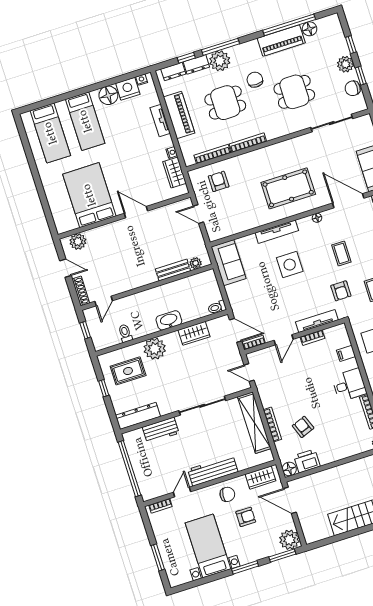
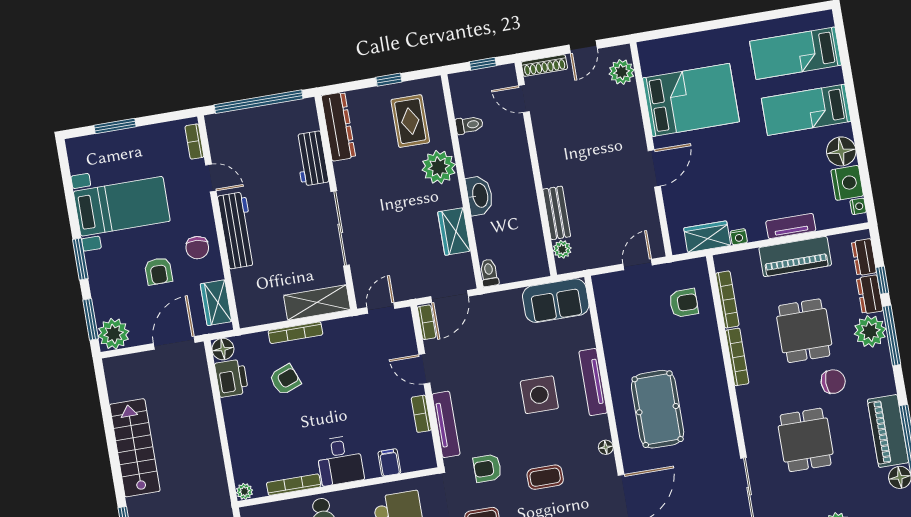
shelving: (254, 423) -> (317, 303), width x0.68

